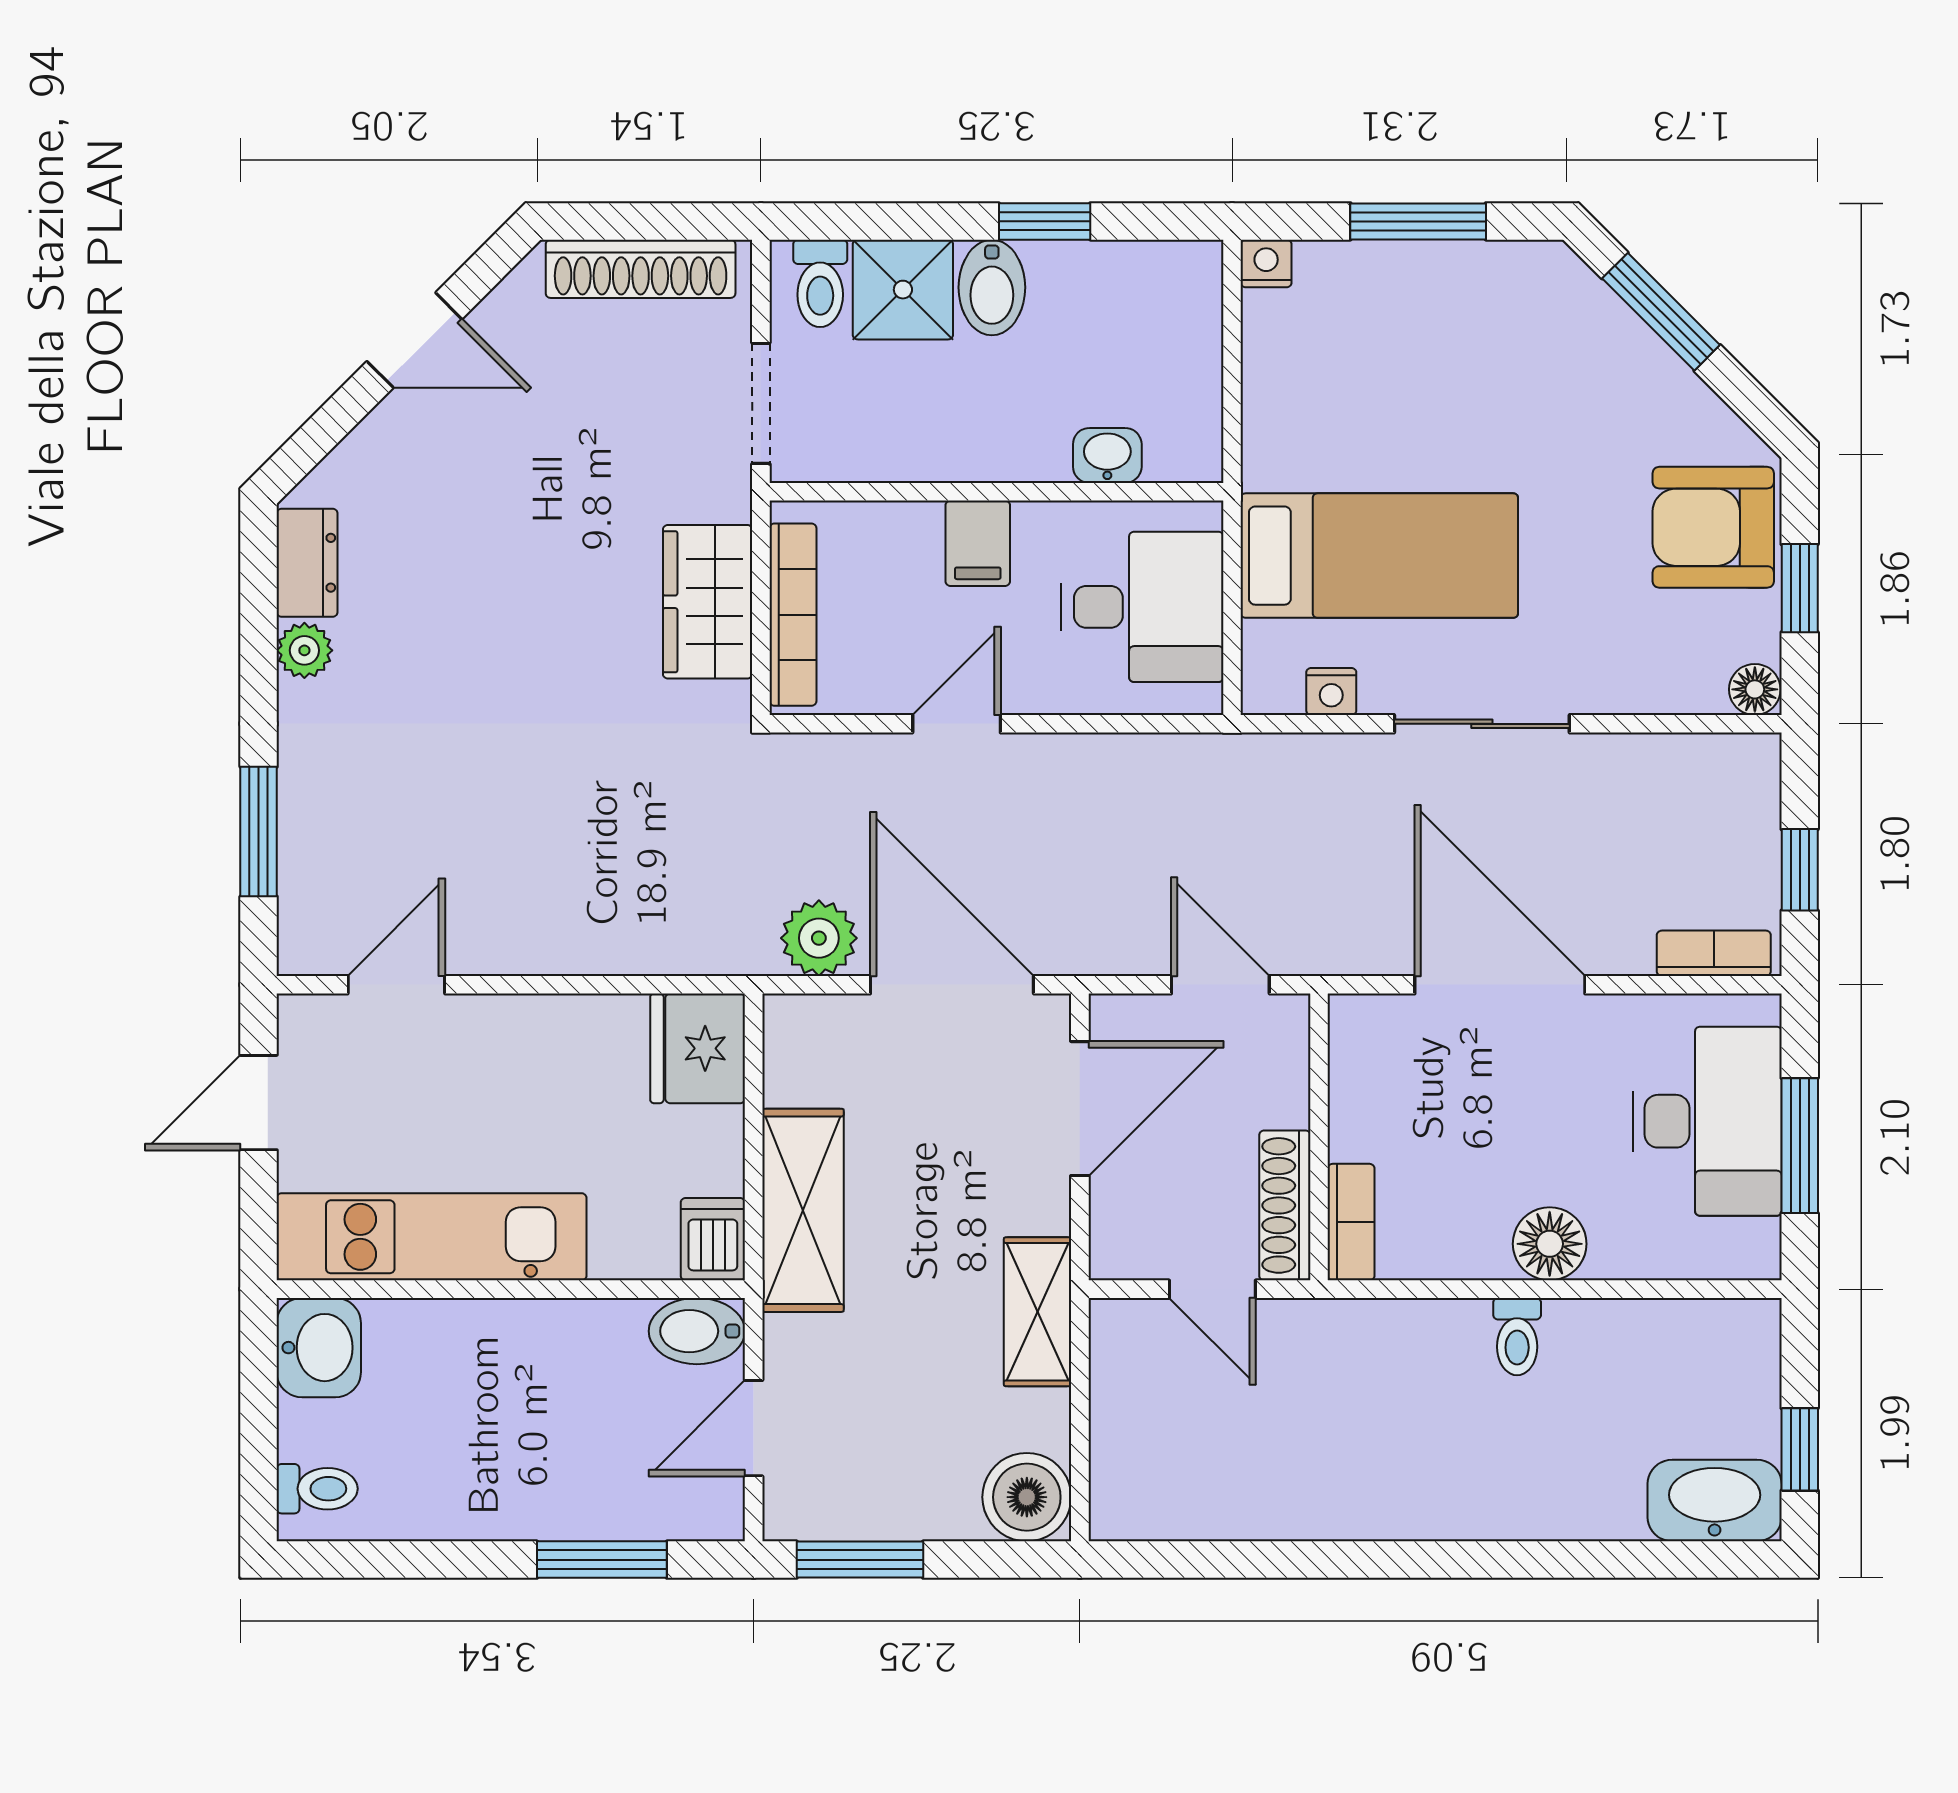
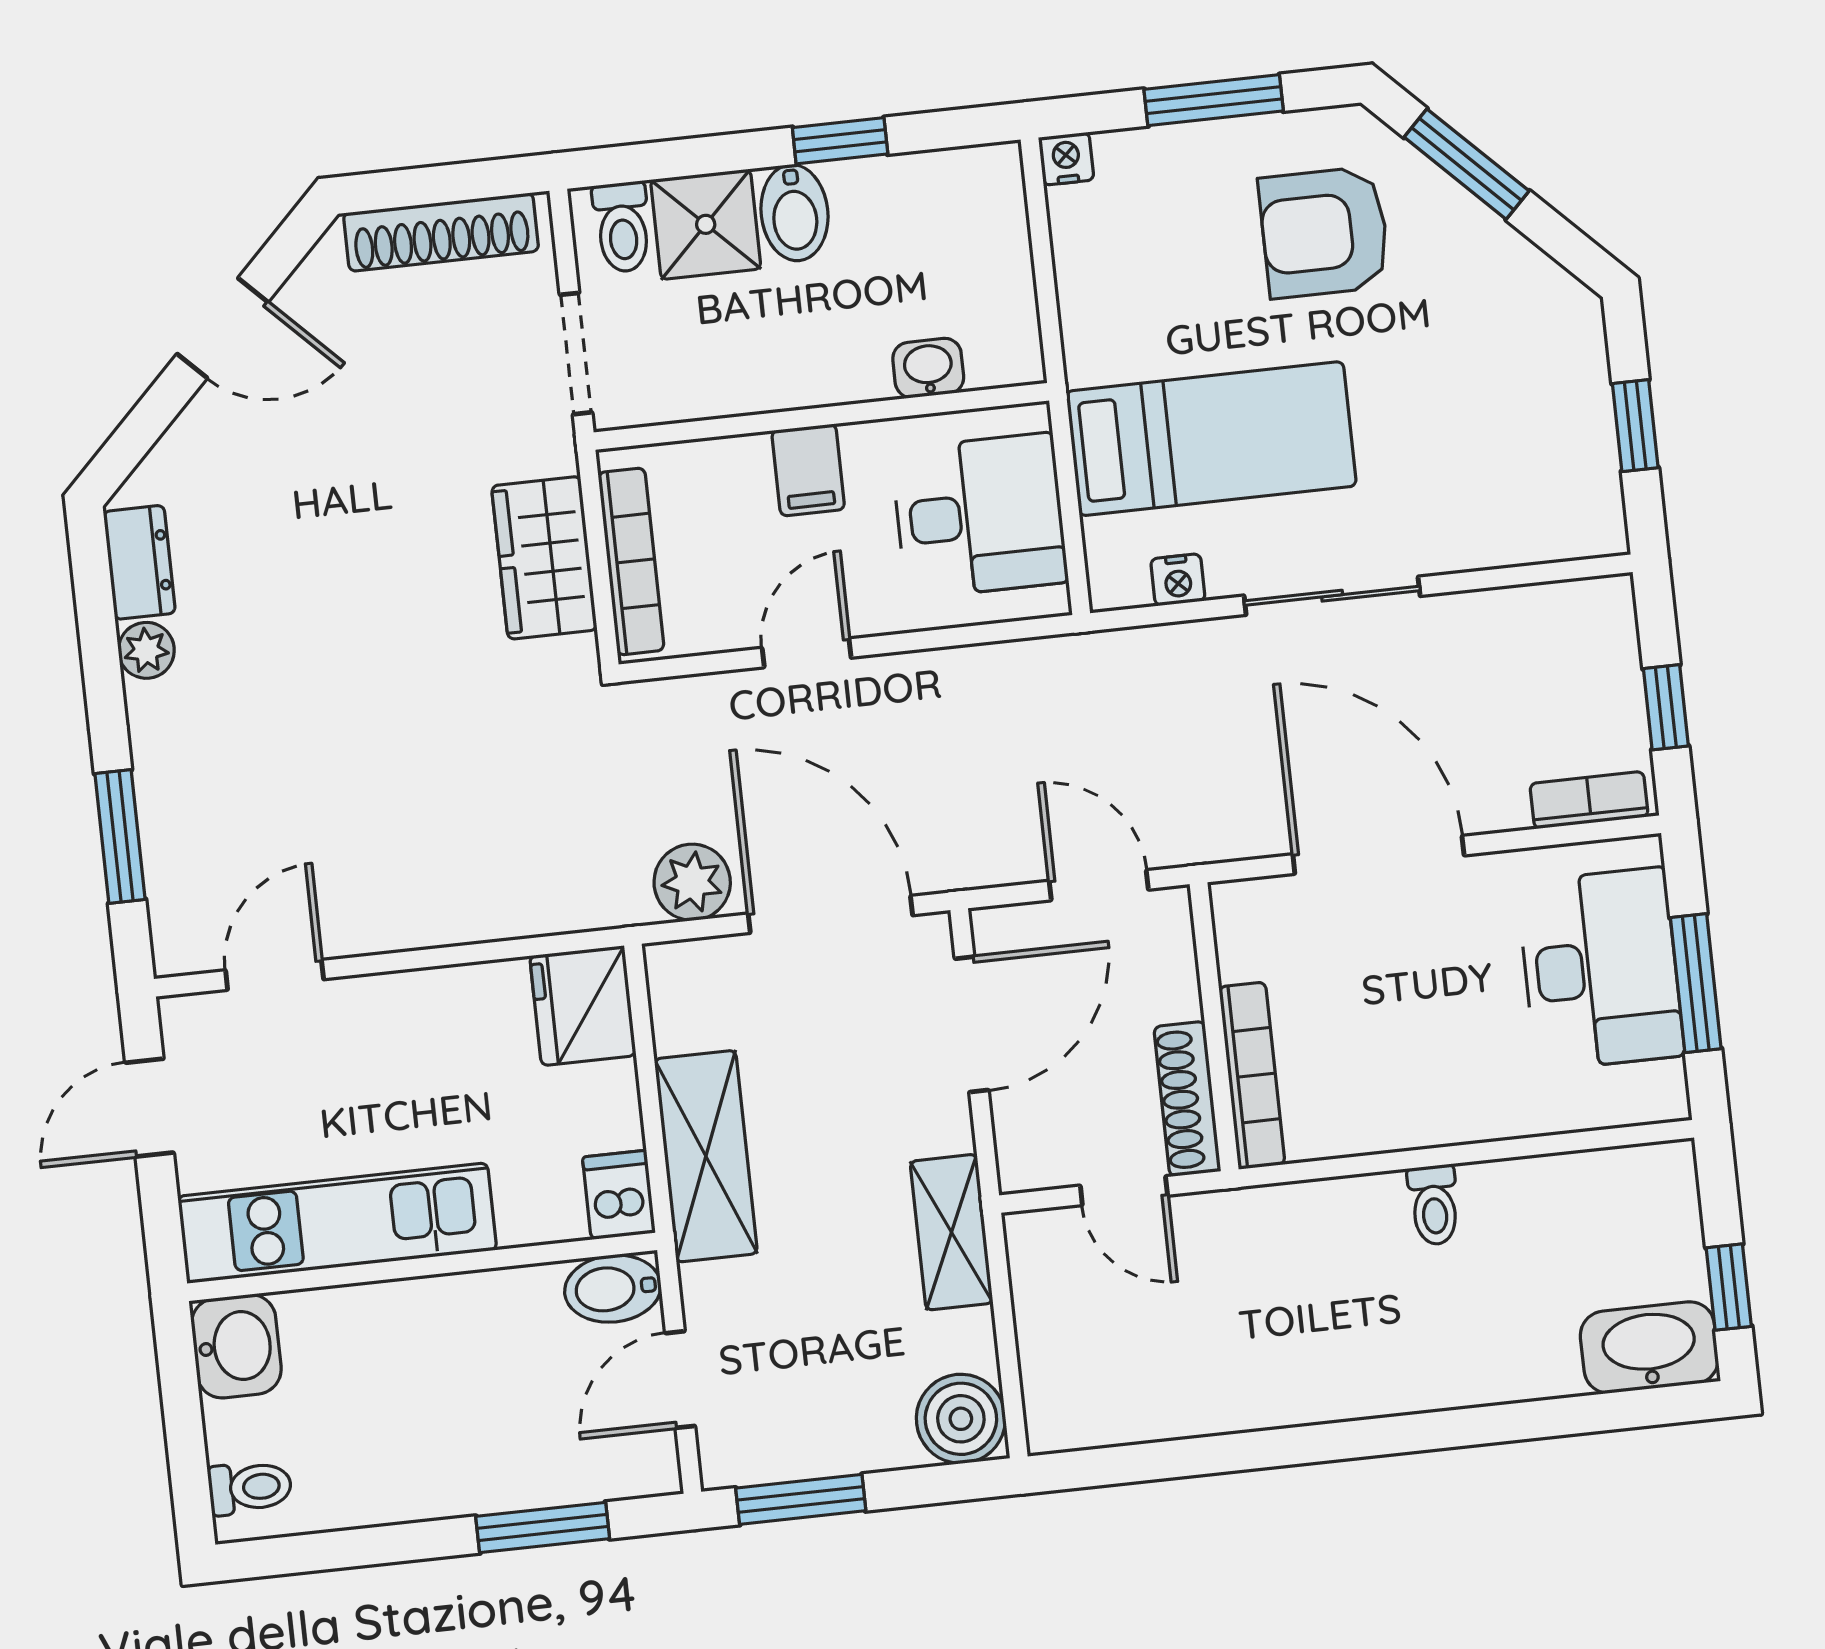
armchair: (1713, 527) -> (1324, 232), moved
floor lamp: (1755, 689) -> (1601, 532), removed
bookcase: (1351, 1222) -> (1252, 1076), width x1.56
floor lamp: (1550, 1244) -> (1456, 1109), removed

